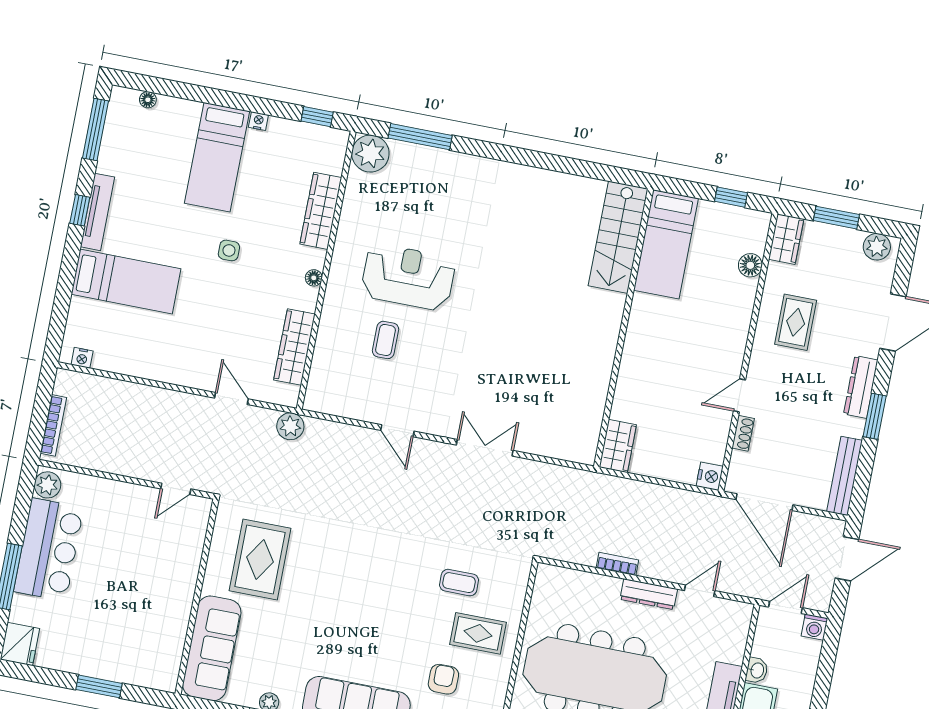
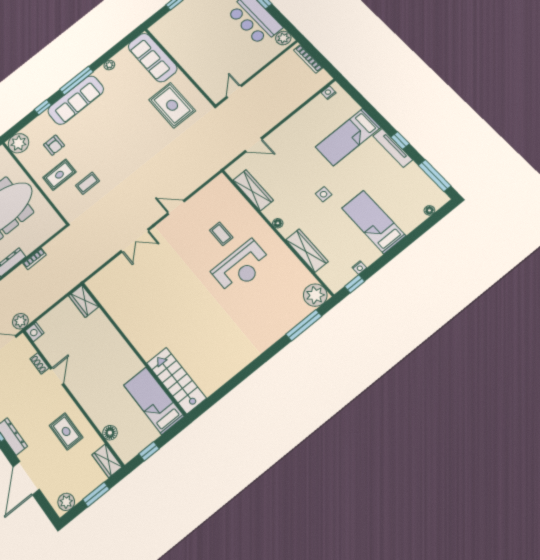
nightstand: (258, 121) -> (359, 268), moved
plant: (290, 426) -> (20, 321), moved

